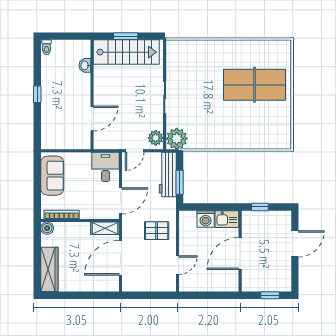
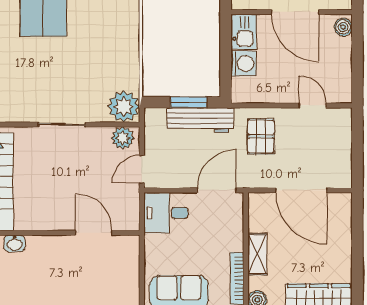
door: (135, 151) -> (142, 169), swing flipped
workbench: (168, 174) -> (200, 120), moved
door: (121, 201) -> (217, 190), hinge flipped
shelving: (105, 228) -> (257, 254), moved
boiler: (230, 286) -> (343, 27), added

